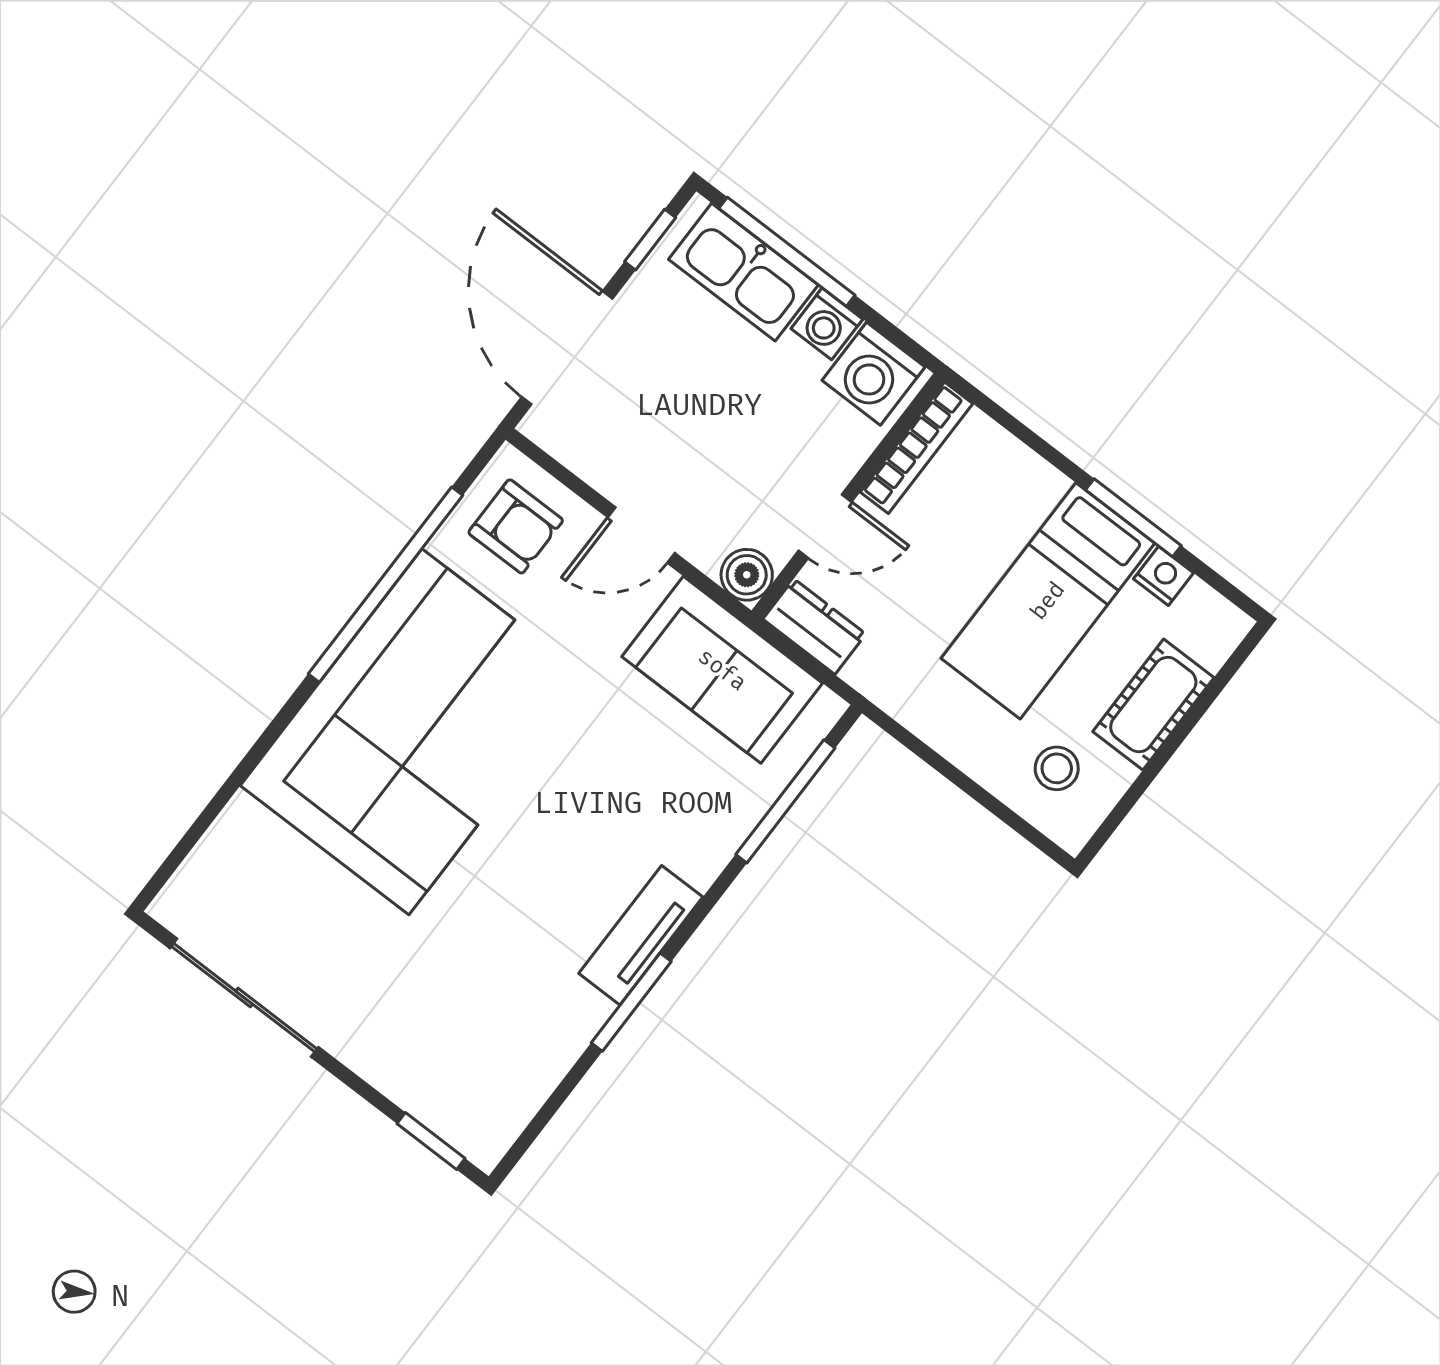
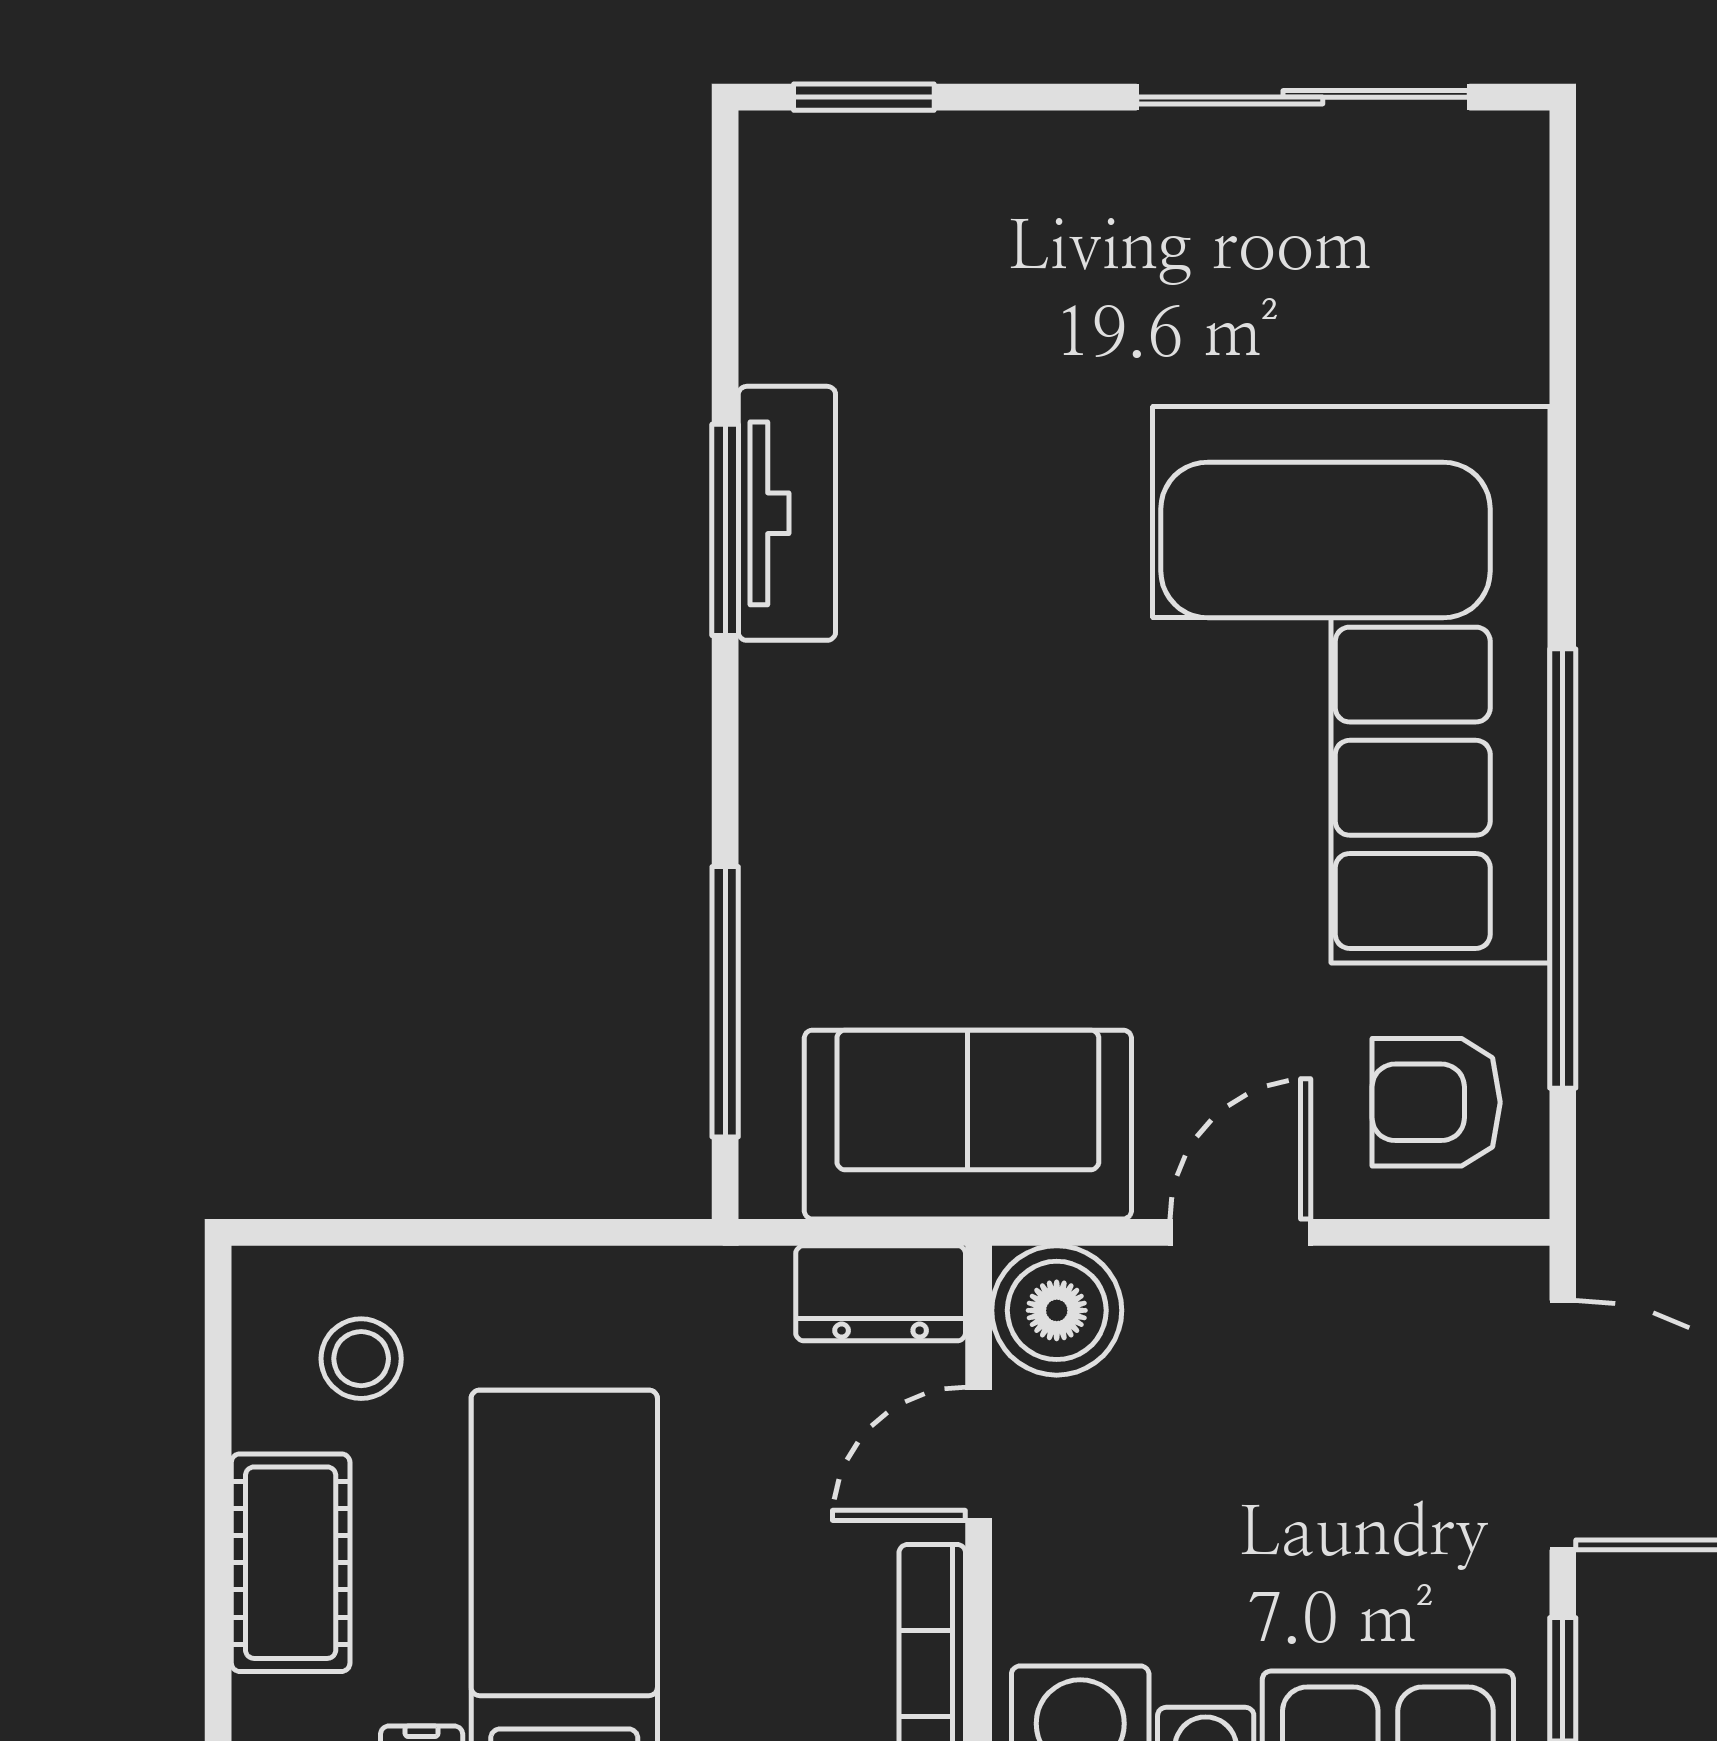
boiler: (747, 575) -> (1057, 1310), width x1.36, depth x1.36
tv unit: (641, 935) -> (787, 513), moved

